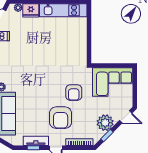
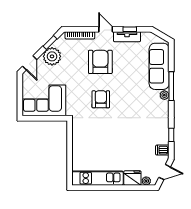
armchair: (74, 93) -> (101, 99), moved
door: (126, 117) -> (30, 63), swing flipped

